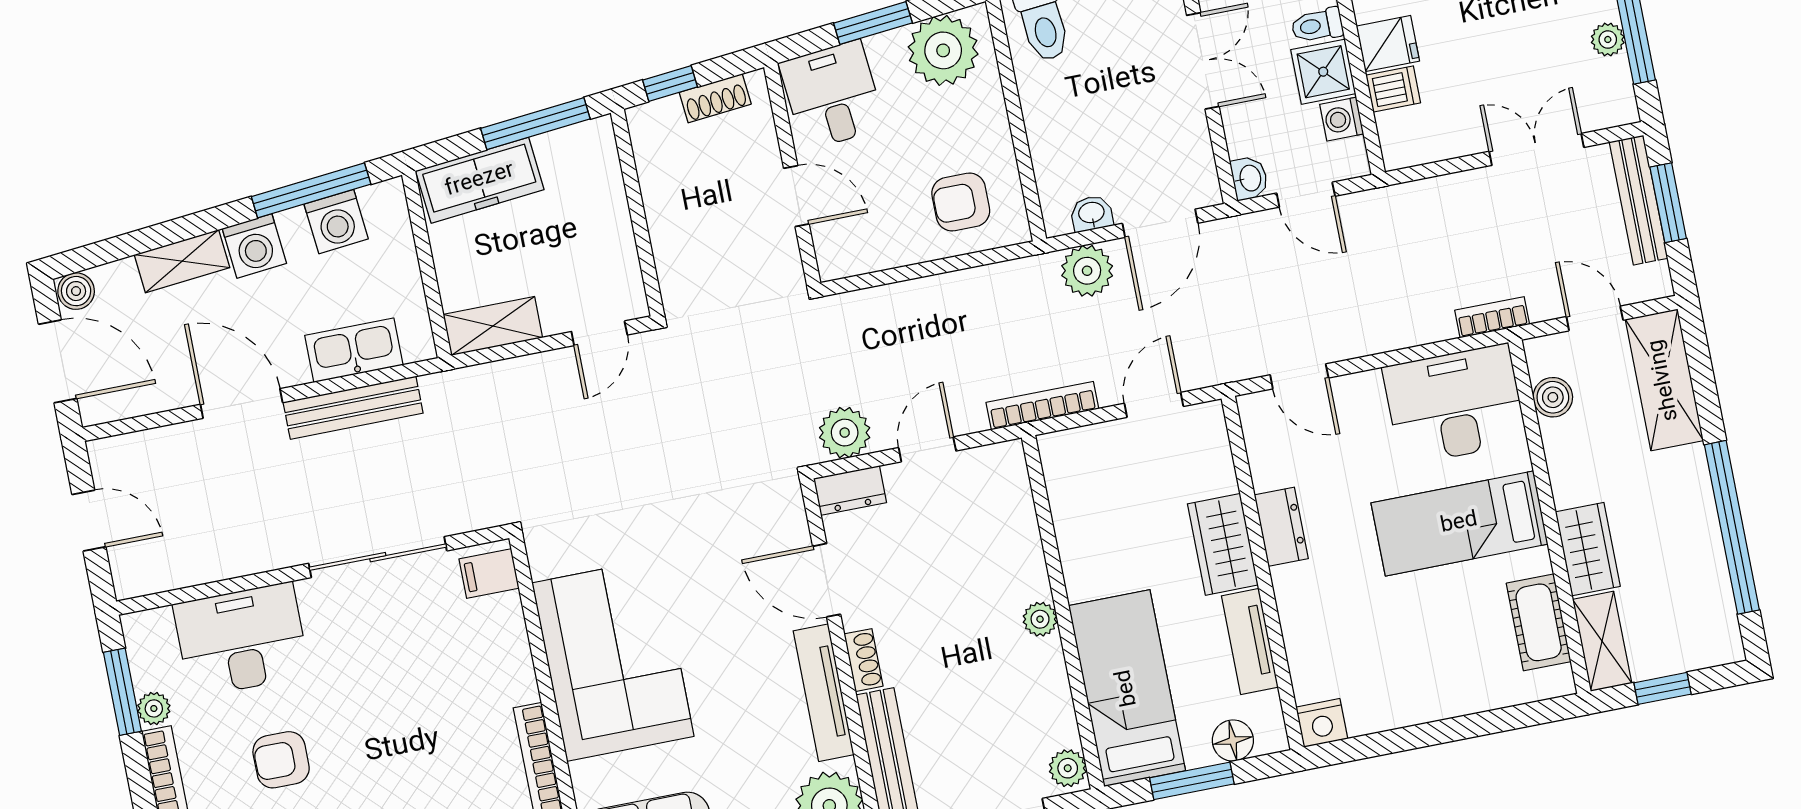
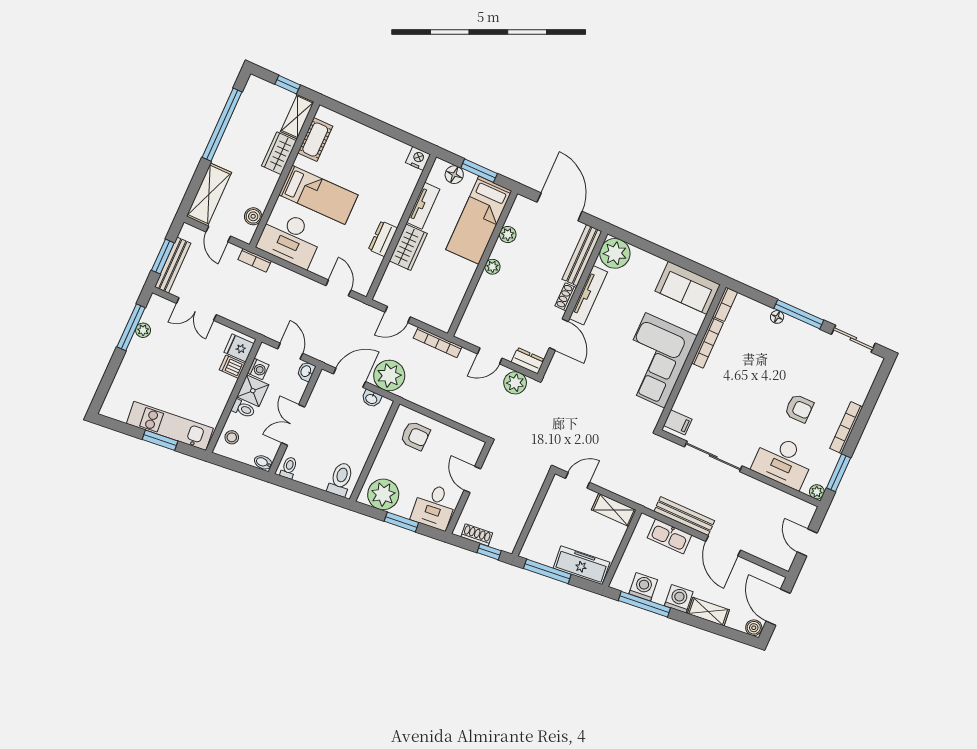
fridge: (1388, 44) -> (239, 348), moved
plant: (1087, 271) -> (389, 376), width x1.36, depth x1.36
plant: (154, 708) -> (817, 492), moved
plant: (1068, 768) -> (508, 235), moved

